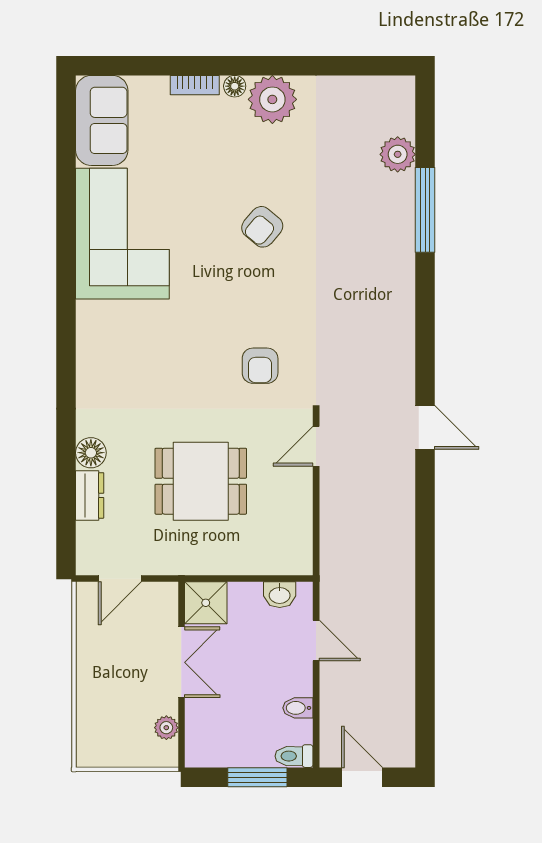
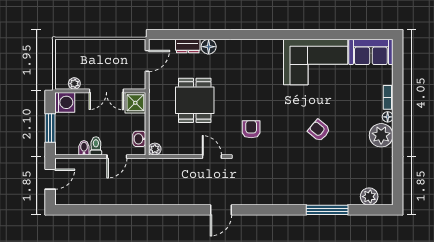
plant: (398, 154) -> (369, 197), moved
armchair: (260, 366) -> (251, 129), turned 90
plant: (300, 563) -> (155, 149), added
door: (120, 579) -> (147, 61), swing flipped
washing machine: (205, 747) -> (65, 102), added
toilet: (294, 756) -> (96, 146), moved

